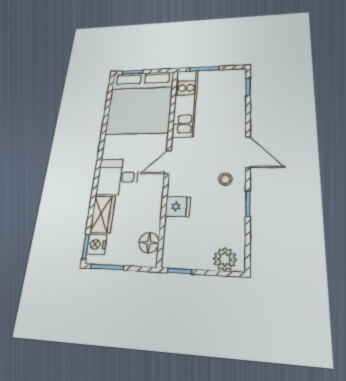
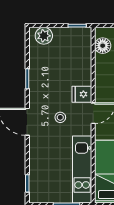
stool: (225, 179) -> (60, 117), moved
fridge: (178, 207) -> (82, 94), moved

